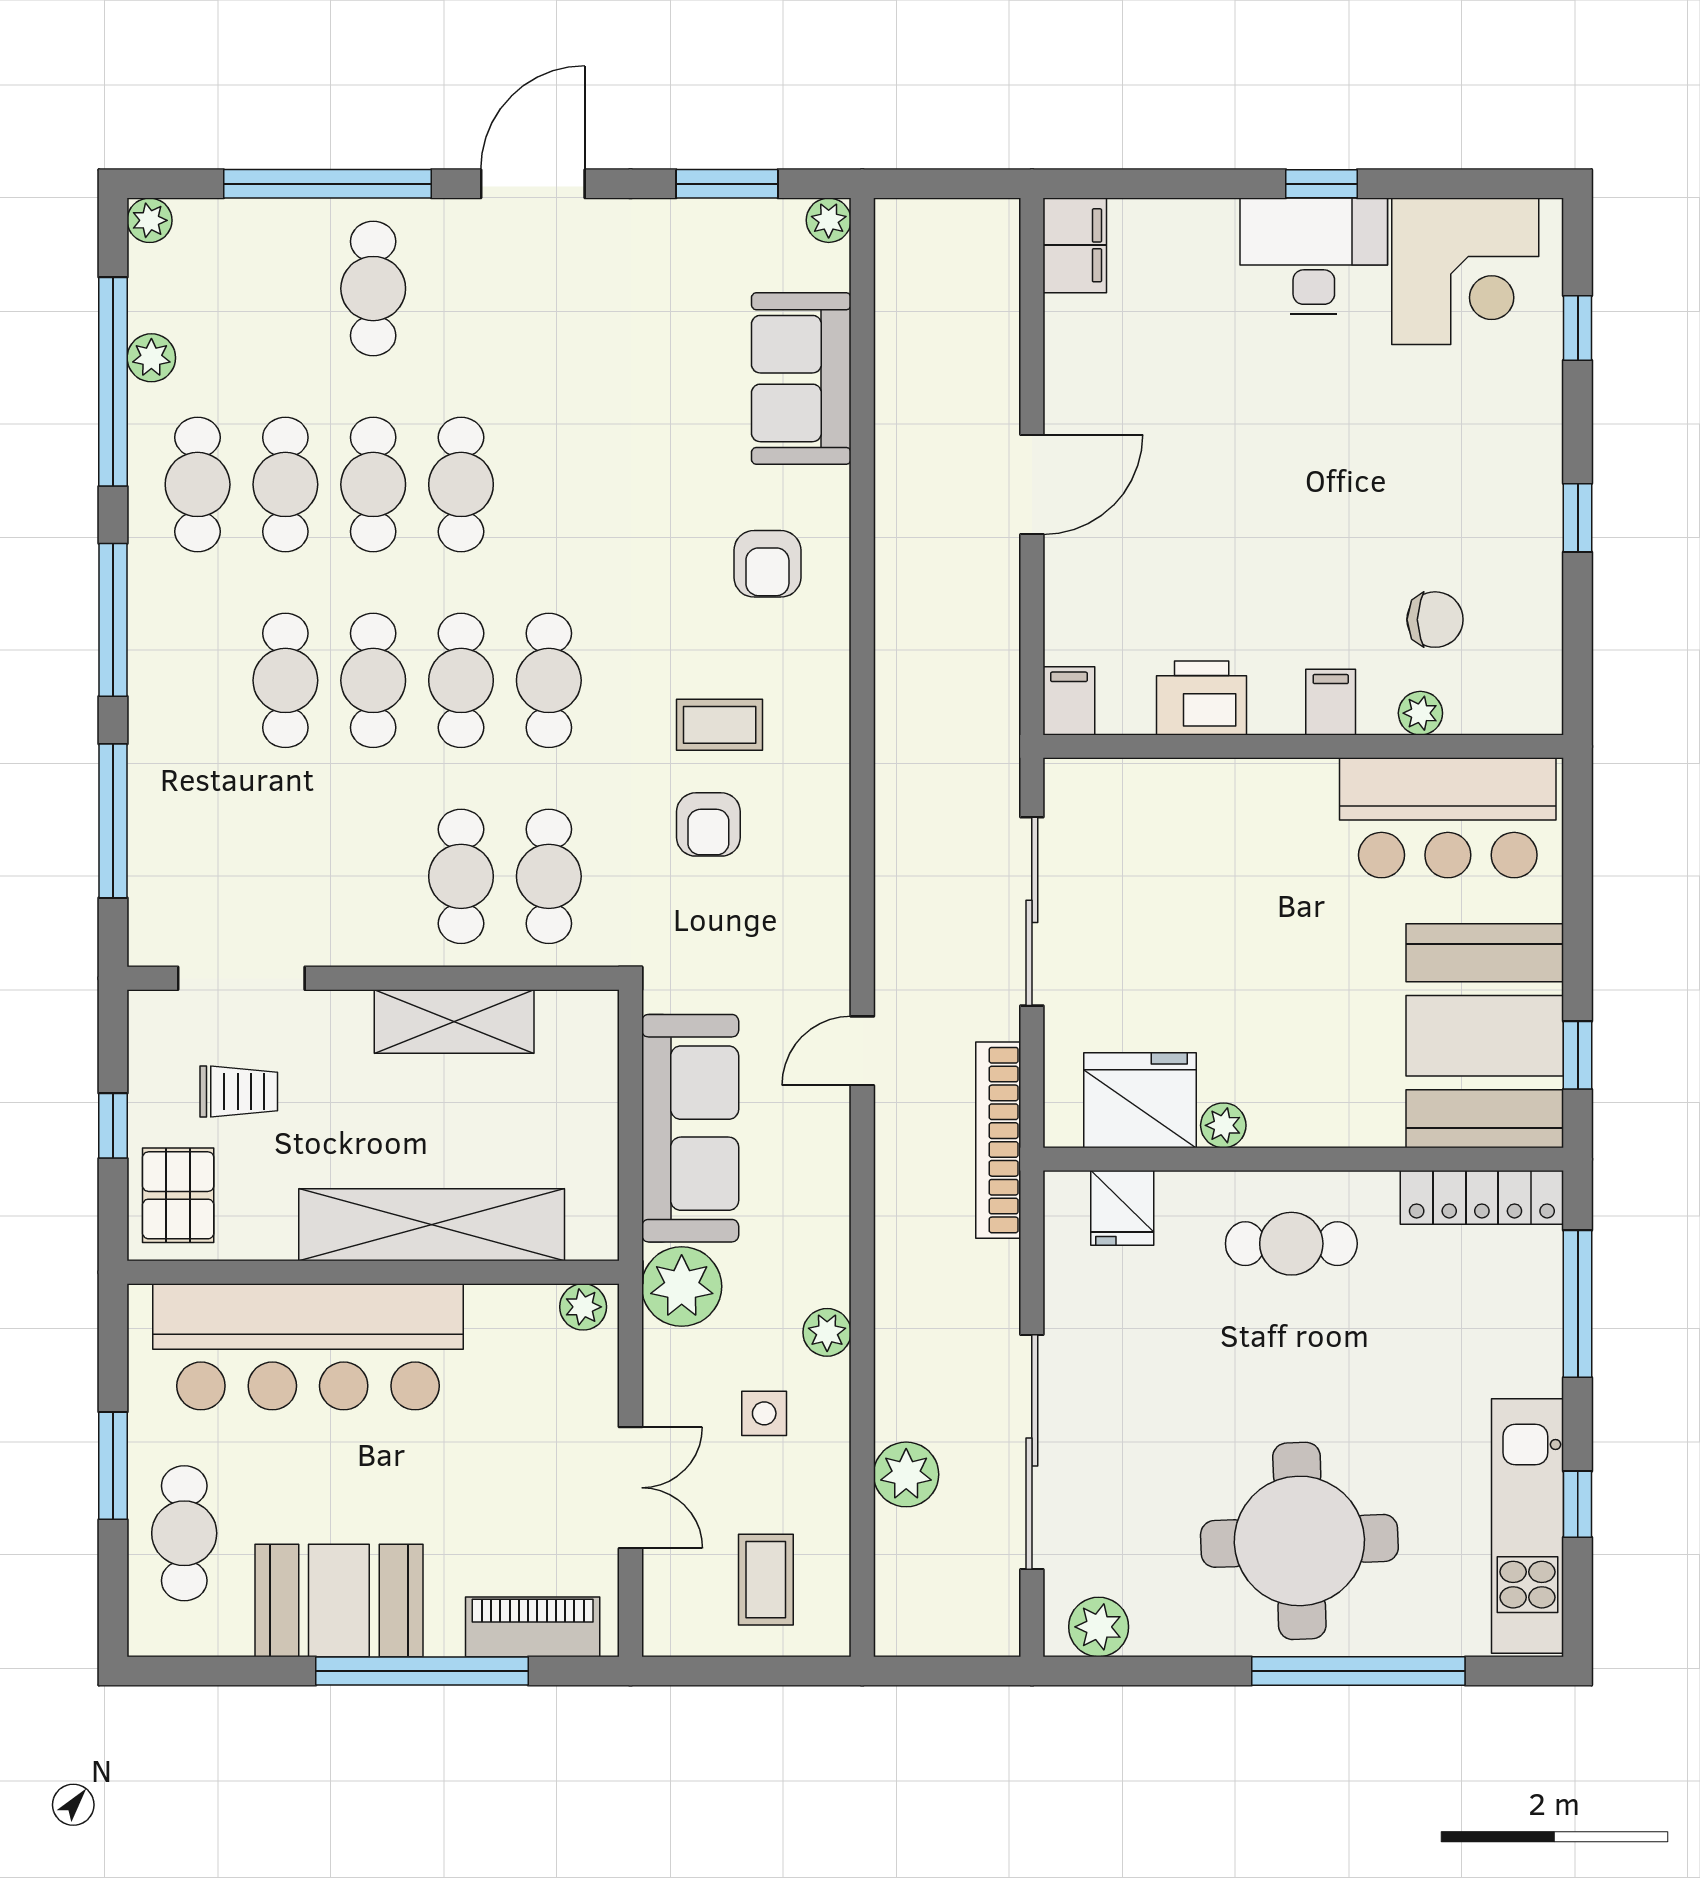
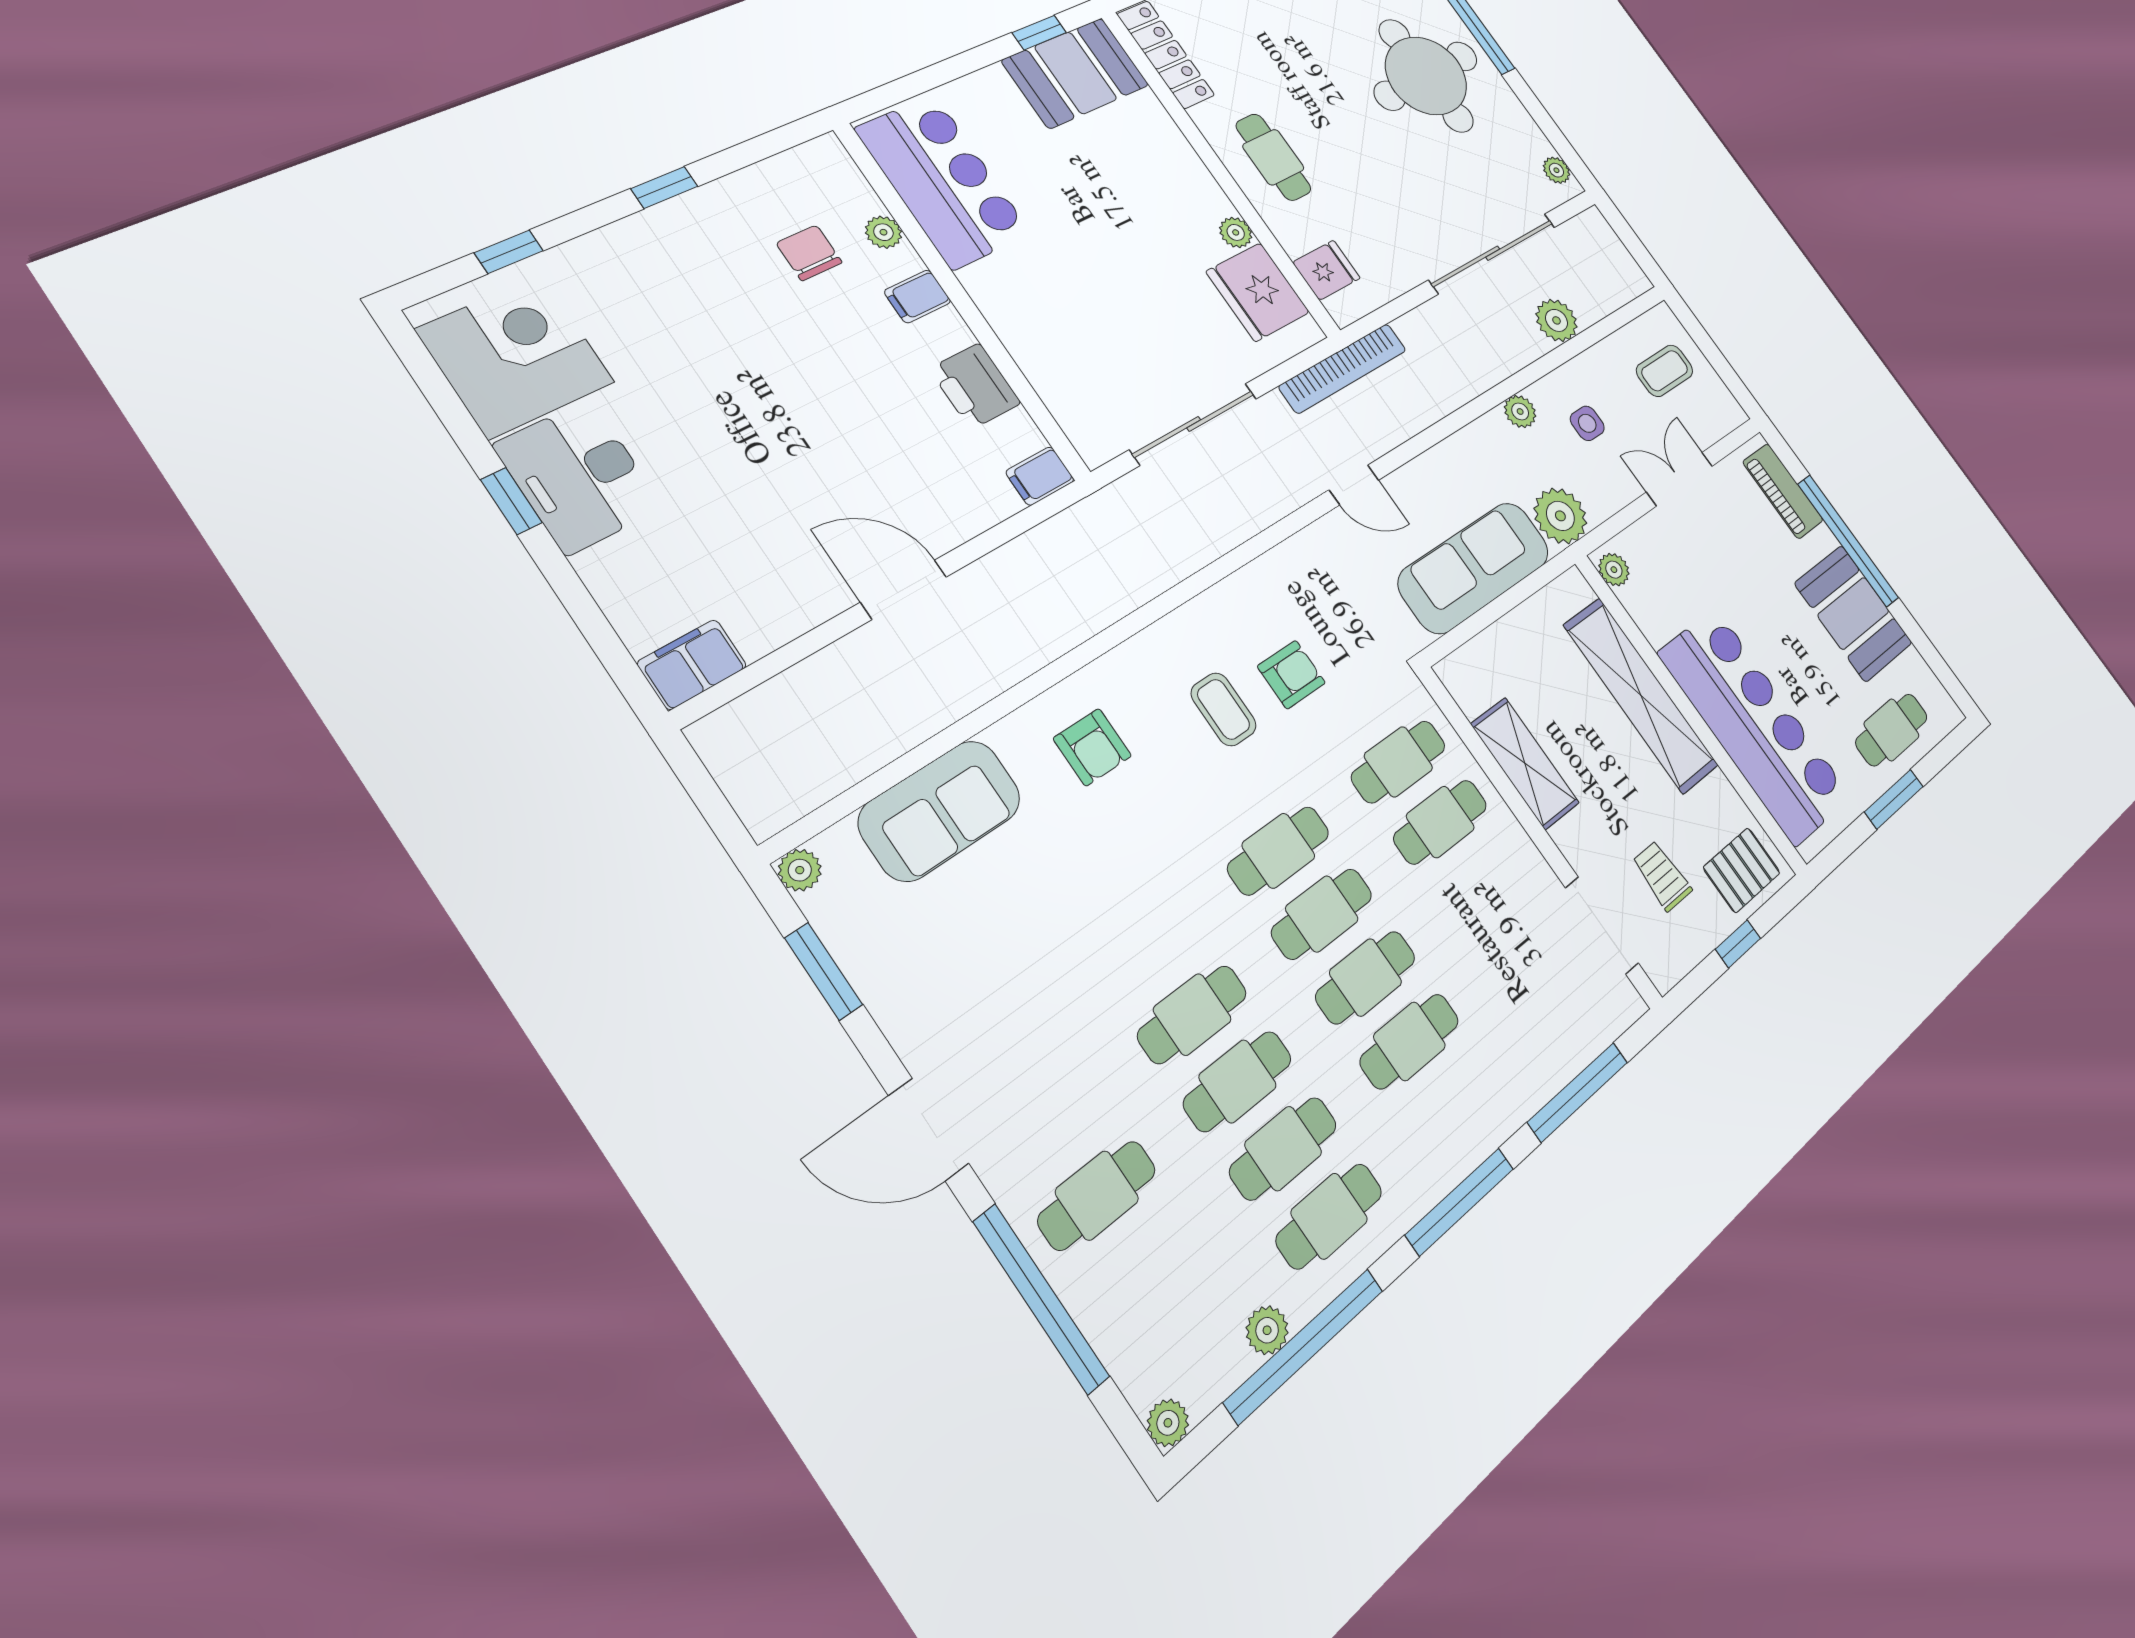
armchair: (767, 564) -> (1092, 747), turned 90
booth: (1485, 1036) -> (1076, 73), width x0.73, depth x0.70
plant: (1099, 1627) -> (1556, 170), width x0.73, depth x0.73

